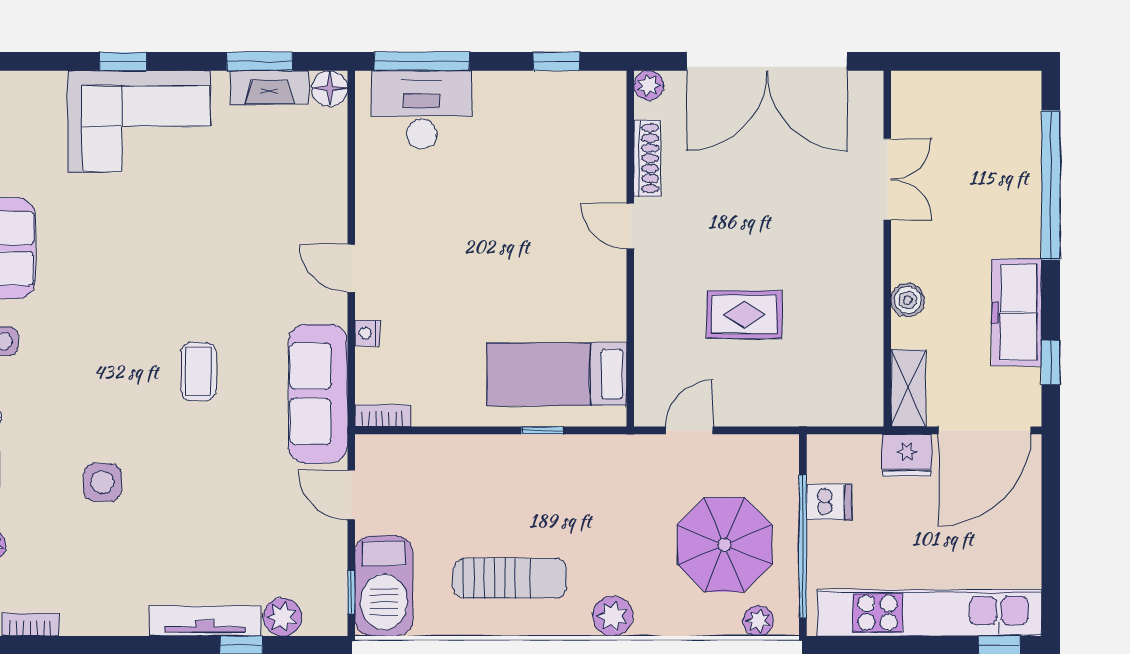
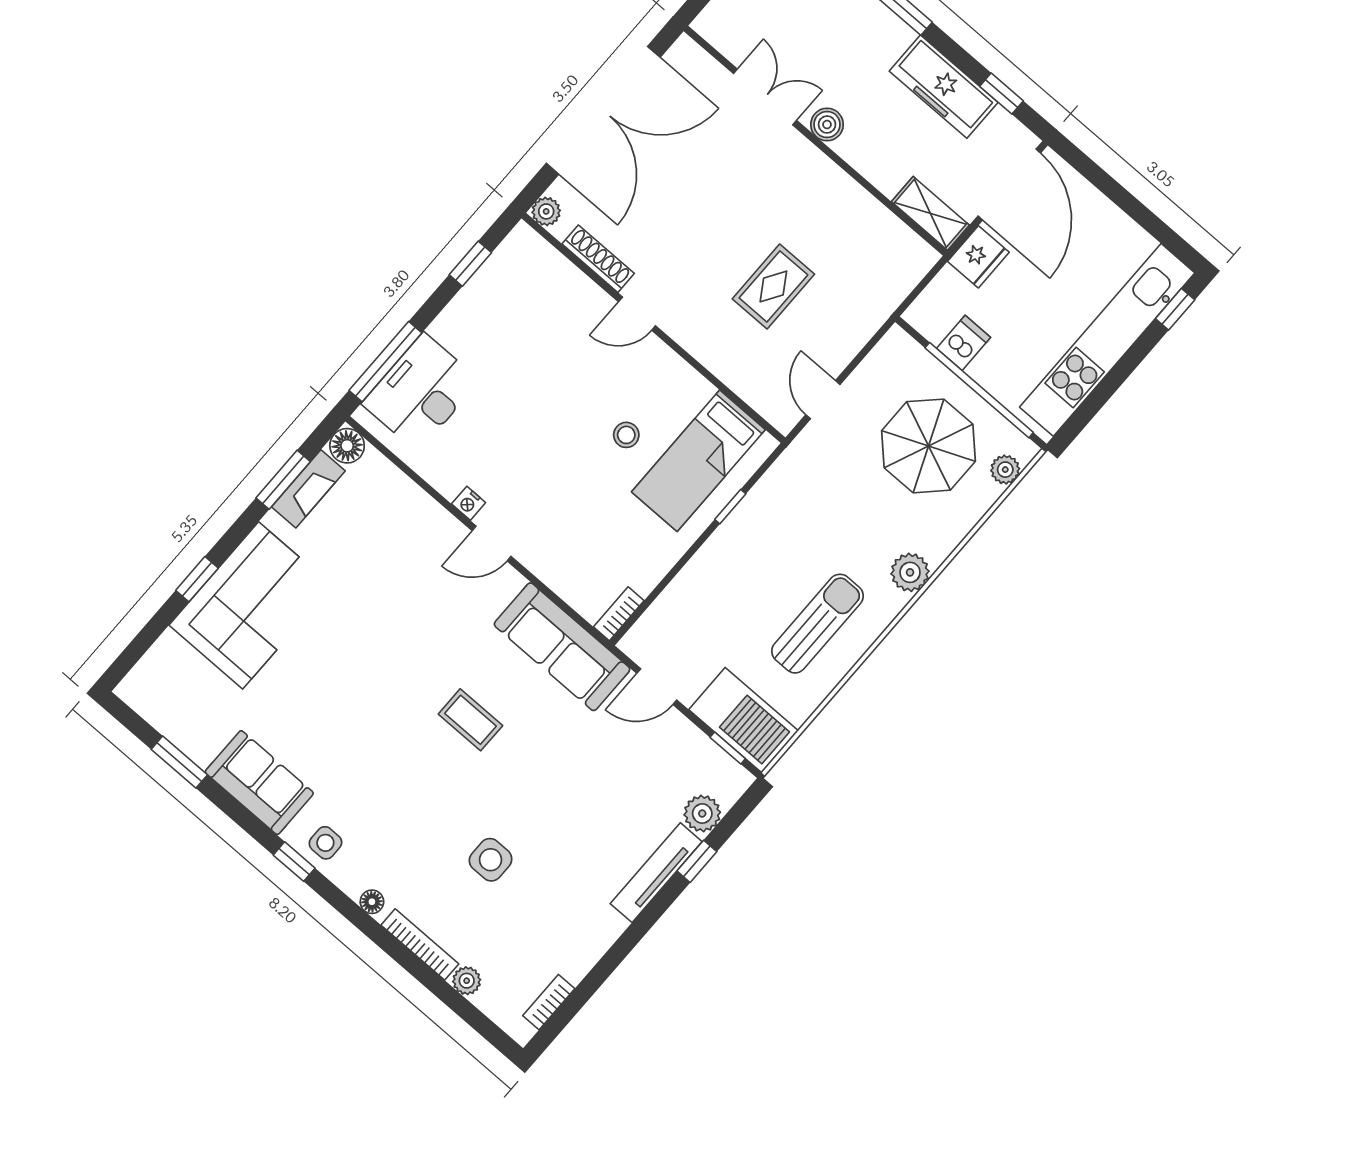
stool: (528, 300) -> (626, 435), added
boiler: (908, 300) -> (827, 124), moved
nightstand: (367, 333) -> (469, 503), moved

